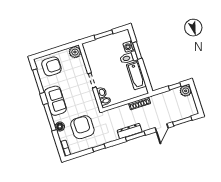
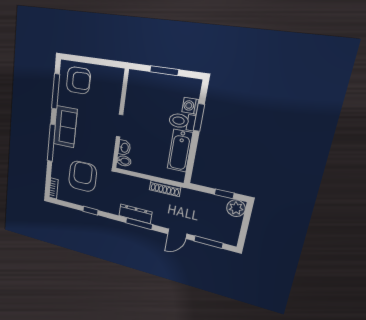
plant: (75, 52) -> (115, 76), removed
floor lamp: (60, 127) -> (58, 160), removed

